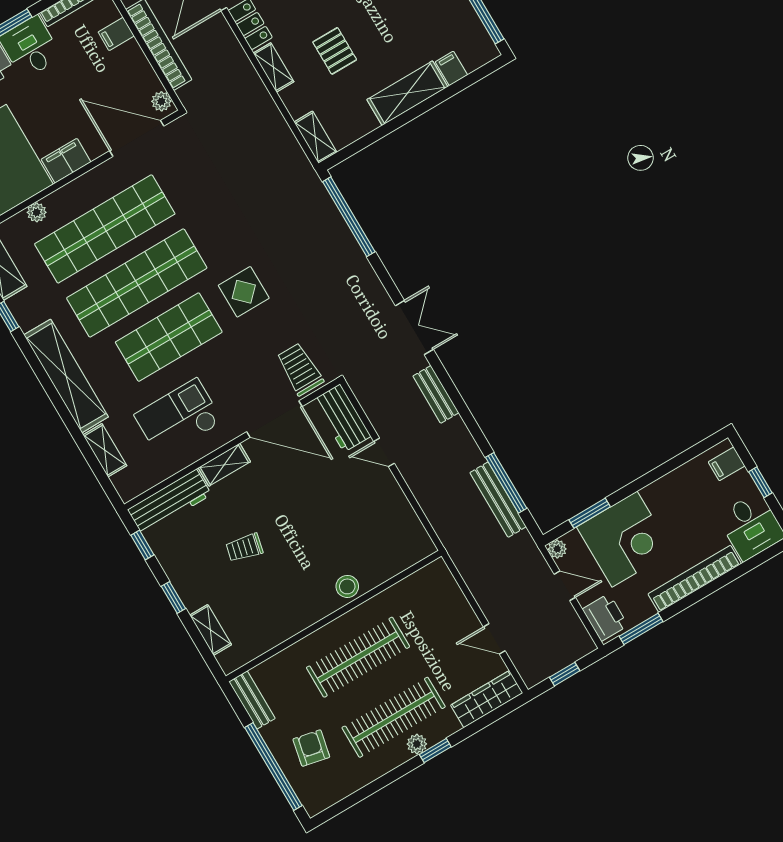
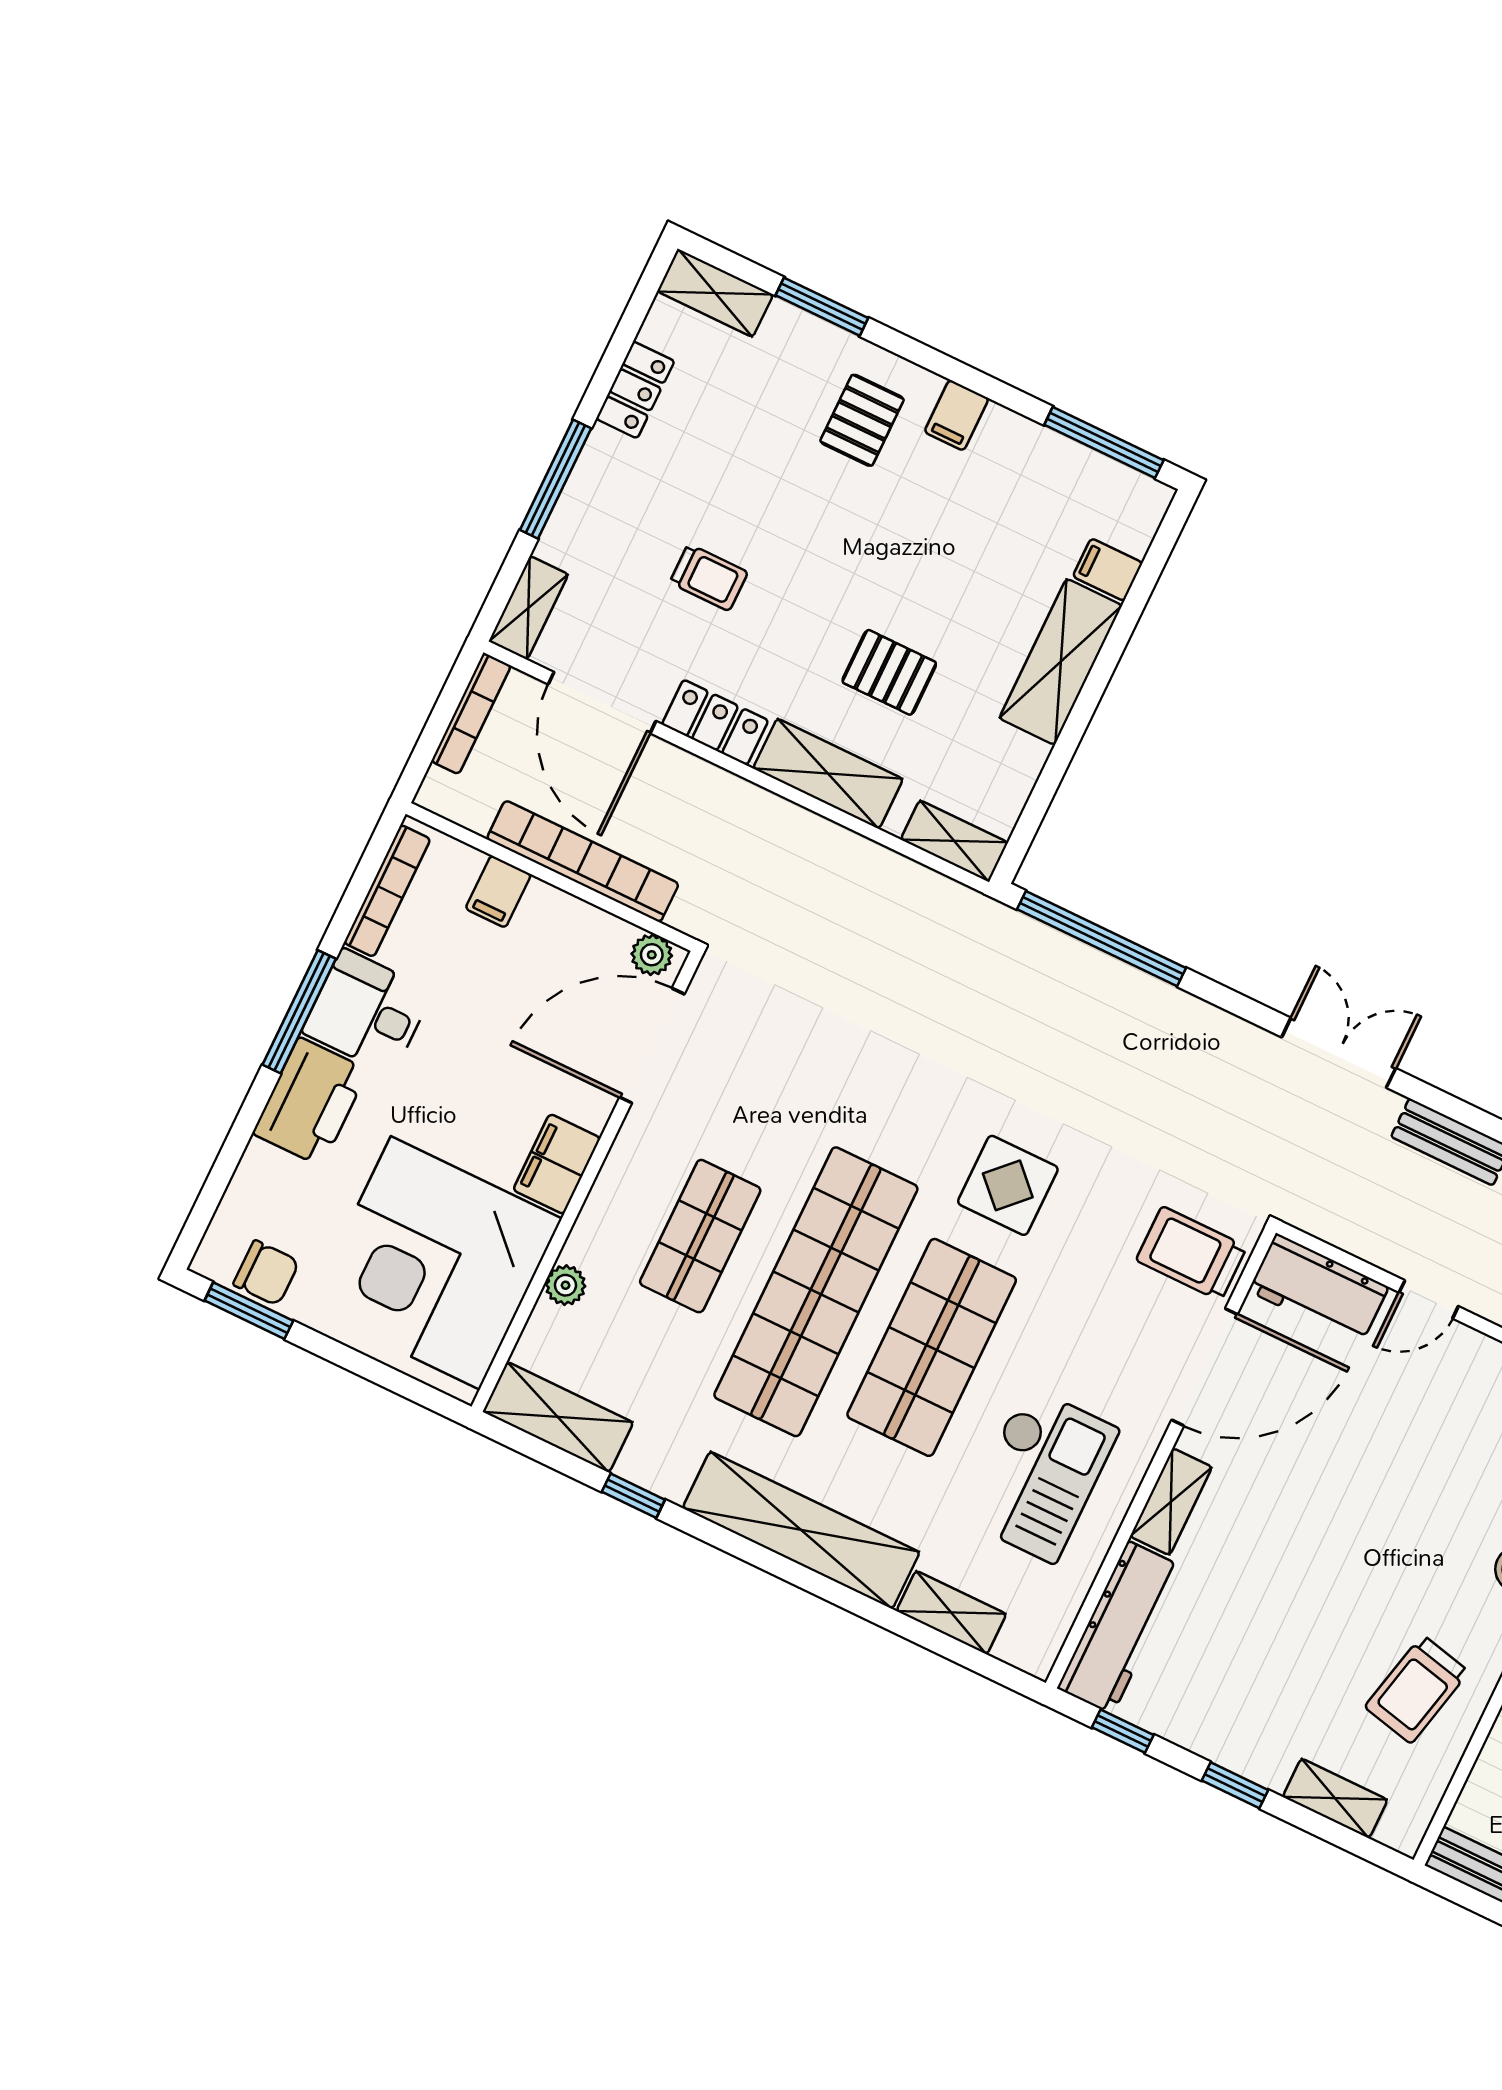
shelving: (274, 67) -> (828, 774), width x1.50, depth x1.33
shop shelf: (105, 229) -> (700, 1236), width x0.50, depth x0.74
checkout: (178, 418) -> (1040, 1474), turned 180
trolley: (244, 548) -> (1417, 1689), moved, width x1.36, depth x1.39

